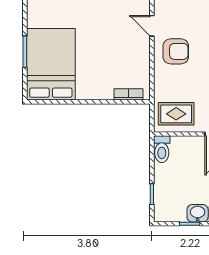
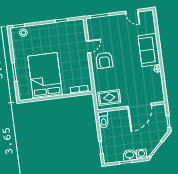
door: (152, 26) -> (88, 47), swing flipped
armchair: (176, 51) -> (104, 60), turned 90
bed: (51, 64) -> (45, 76), moved

